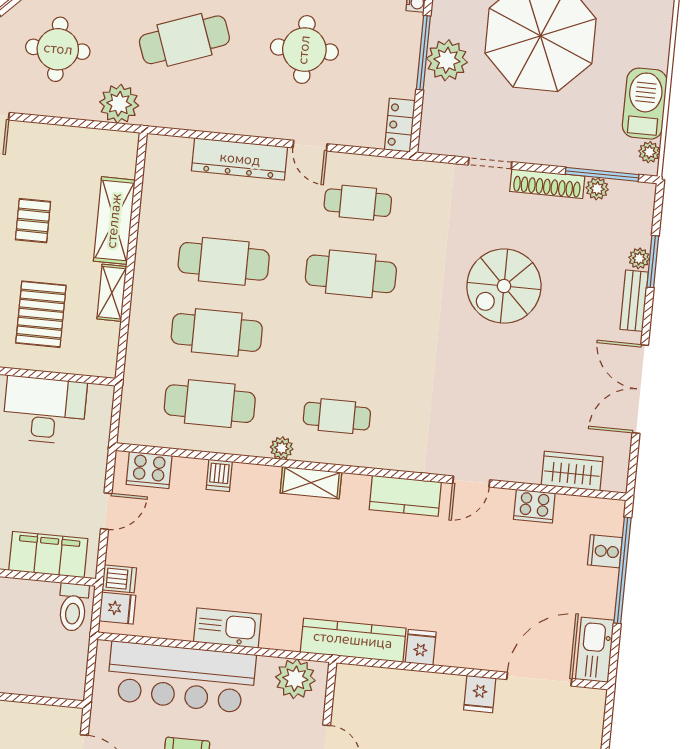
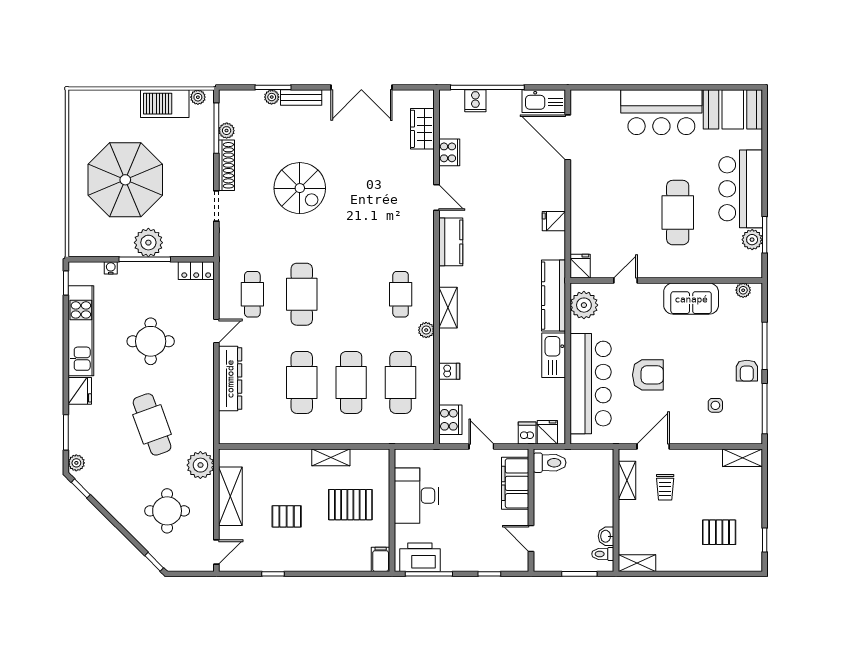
shelving: (114, 221) -> (230, 496), moved, turned 90
kitchen counter: (353, 640) -> (554, 296), moved
fridge: (480, 694) -> (580, 266), moved, turned -90
shelving: (37, 716) -> (627, 480), added

